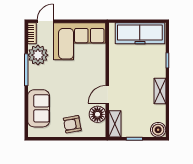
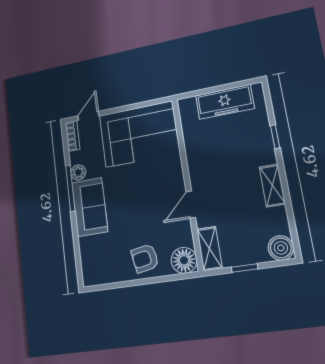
freezer: (140, 33) -> (225, 102), width x0.73, depth x0.79
plant: (38, 55) -> (78, 172), width x0.53, depth x0.53
sofa: (39, 108) -> (90, 207), moved
floor lamp: (97, 114) -> (184, 260), moved

